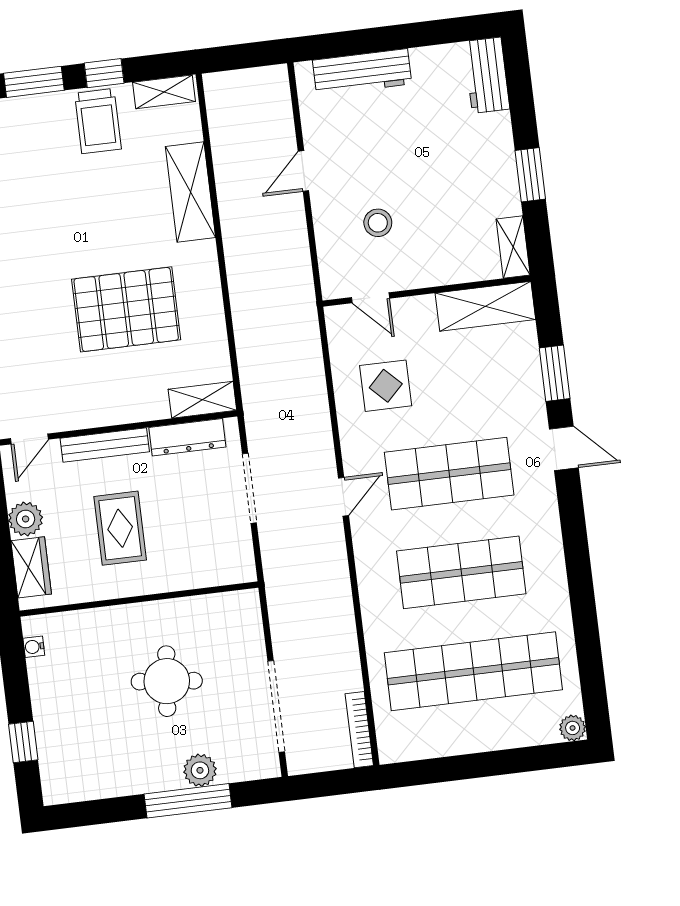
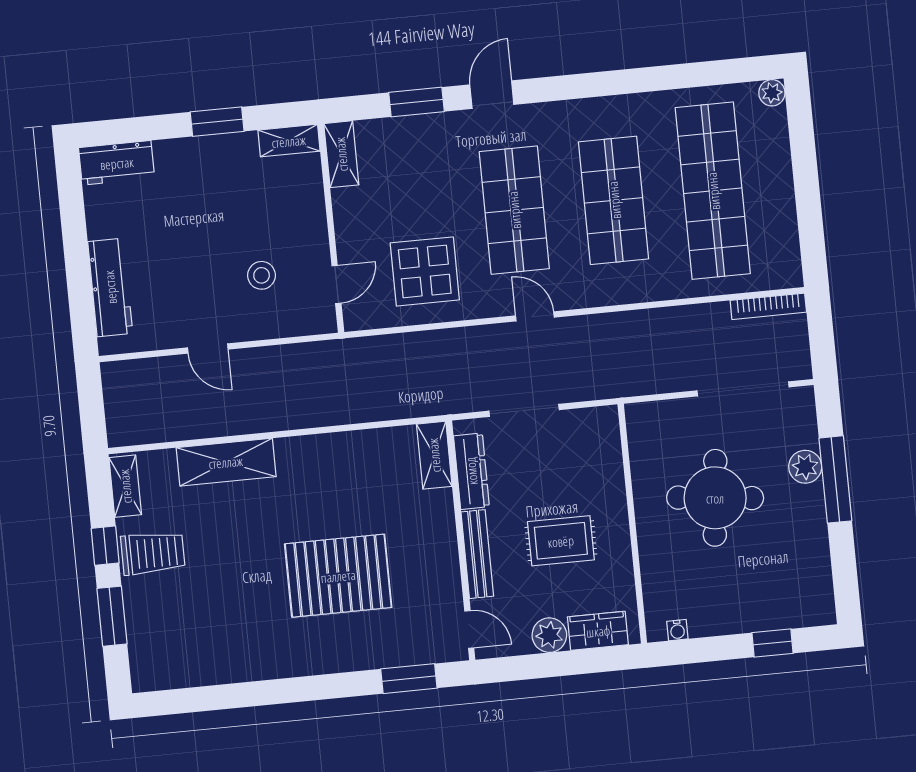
shelving: (485, 306) -> (341, 154), width x0.67, depth x0.75
pallet: (126, 309) -> (338, 576), moved, turned 90
display table: (386, 386) -> (425, 271), width x1.36, depth x1.36
round table: (167, 681) -> (715, 498), width x1.36, depth x1.36

